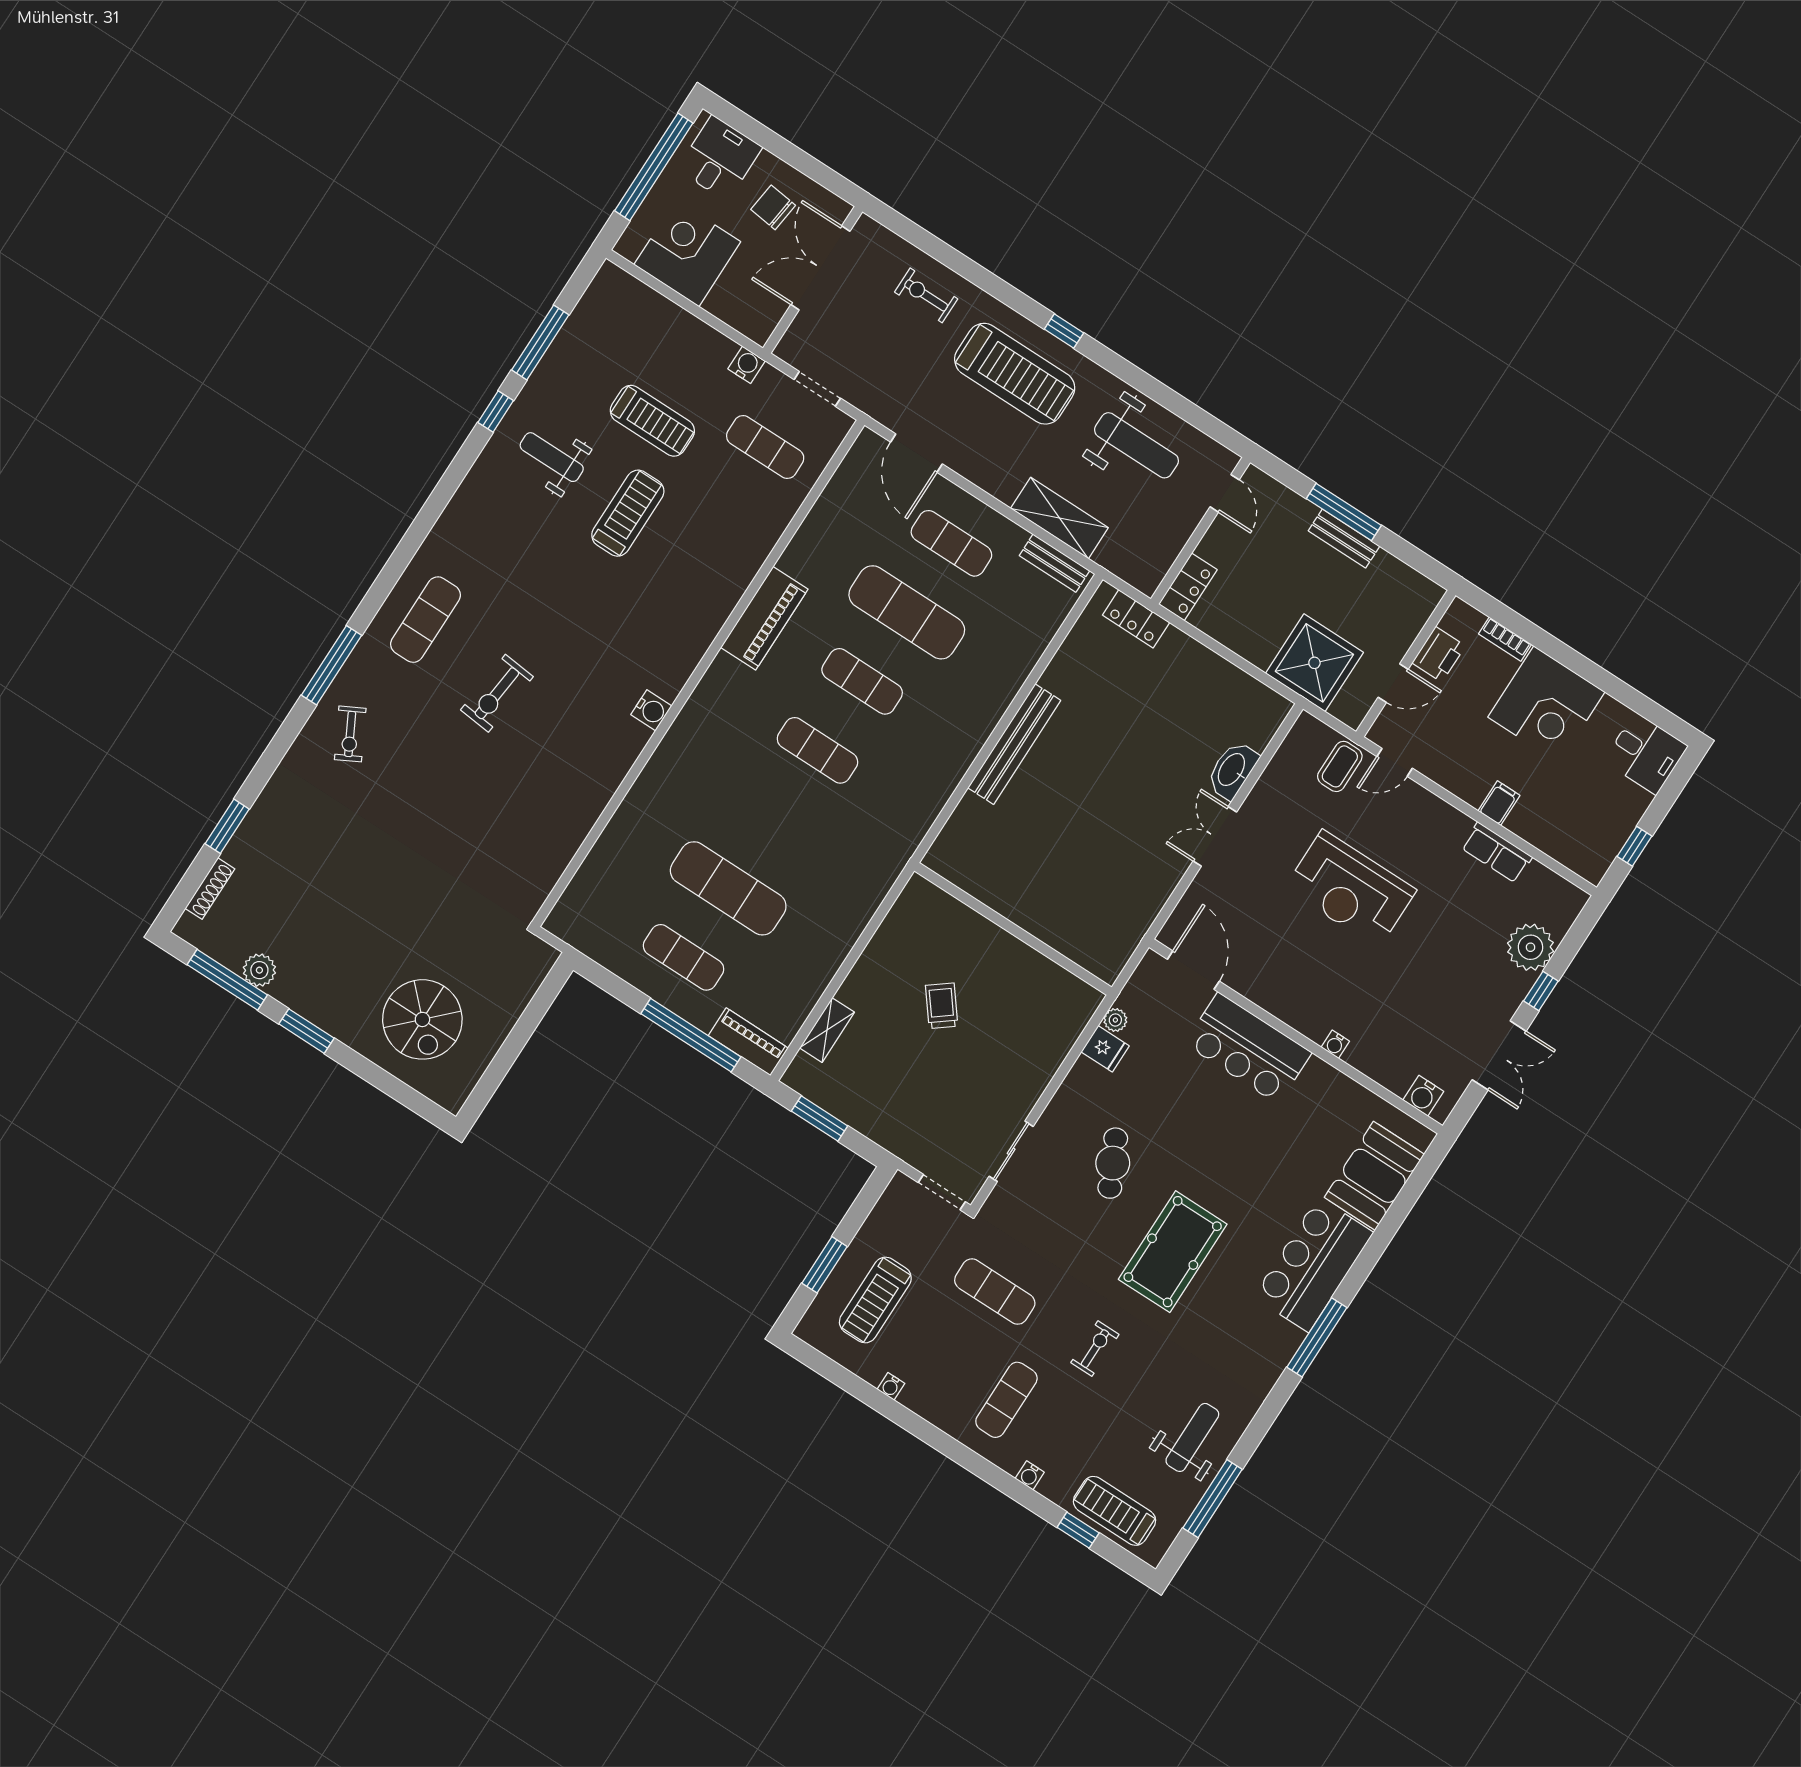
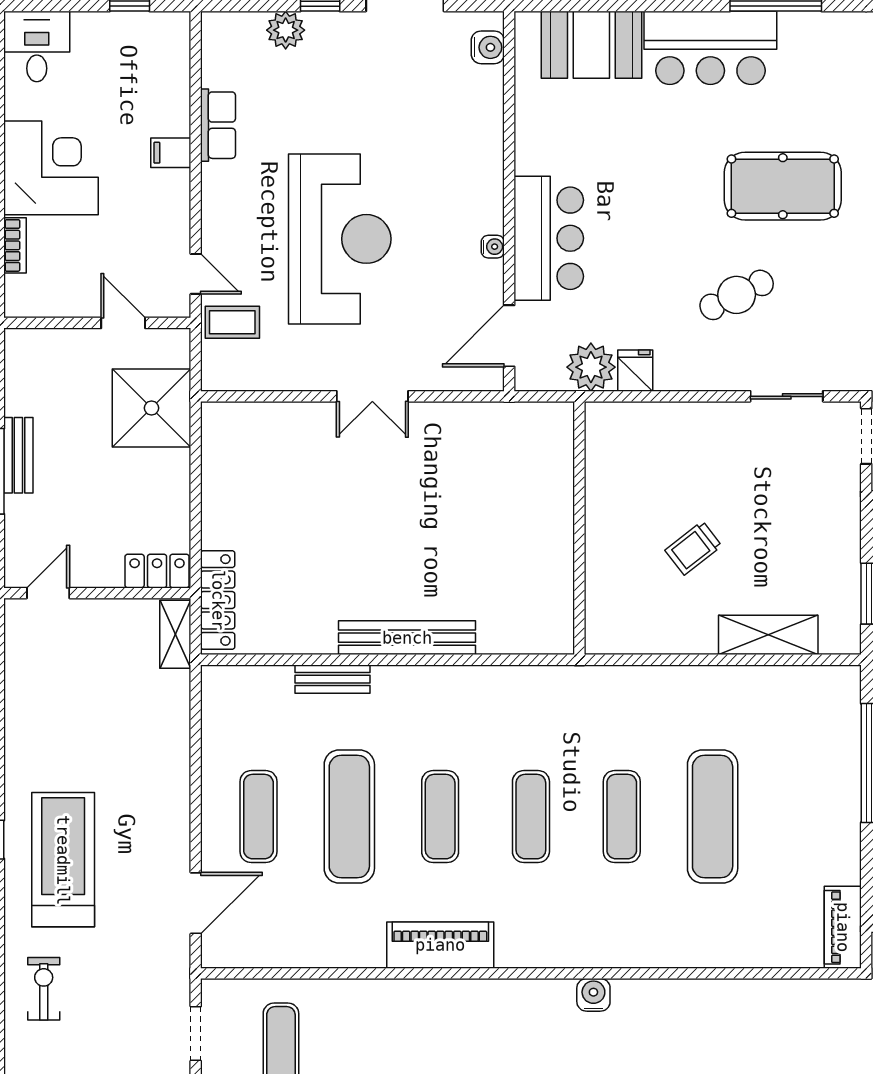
exercise bike: (926, 295) -> (44, 989), turned 180
weight bench: (1136, 445) -> (56, 704), removed
shelving: (1059, 518) -> (175, 634), moved, width x0.67, depth x0.75
bench: (1054, 563) -> (333, 679), moved, turned 90
locker: (1136, 619) -> (218, 600), width x1.53
printer: (1439, 654) -> (69, 298), removed
washbasin: (1232, 770) -> (300, 420), removed
reception desk: (1350, 889) -> (340, 239), width x1.36, depth x1.30
plant: (1530, 947) -> (286, 30), width x0.73, depth x0.73
exercise mat: (684, 957) -> (622, 817), moved
plant: (1115, 1020) -> (591, 367), width x1.88, depth x1.88
shelving: (827, 1030) -> (768, 635), width x1.50, depth x1.33
piano: (748, 1042) -> (843, 927), moved
water cooler: (1335, 1044) -> (493, 247), moved

